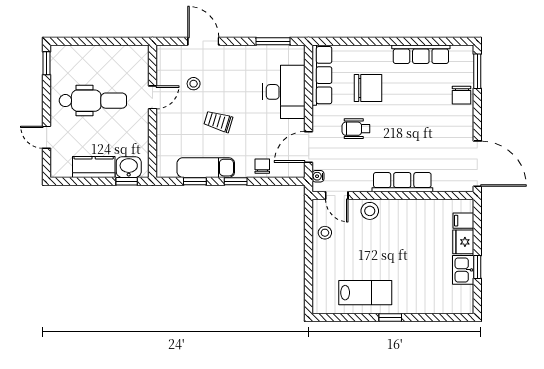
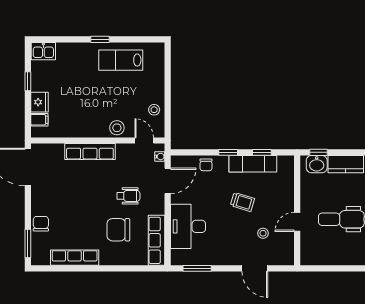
kitchen sink: (463, 270) -> (43, 51), moved, turned 90

